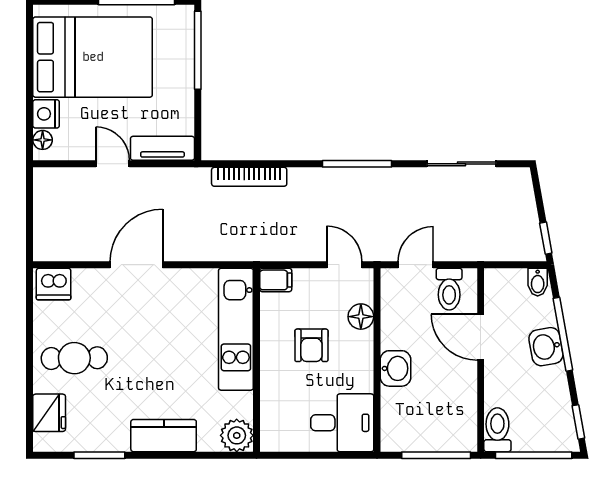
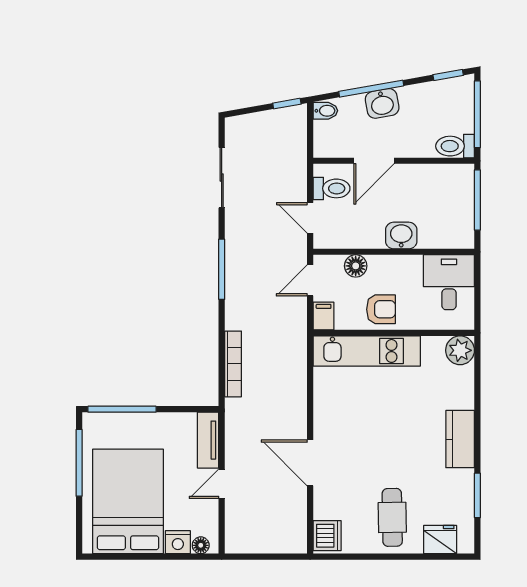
filing cabinet: (276, 280) -> (324, 316), moved
kitchen unit: (236, 329) -> (367, 351), moved
wall: (257, 360) -> (394, 333), moved
plant: (237, 435) -> (460, 350), moved

